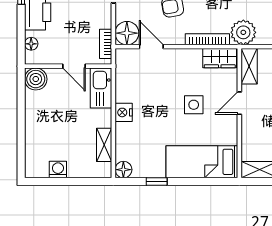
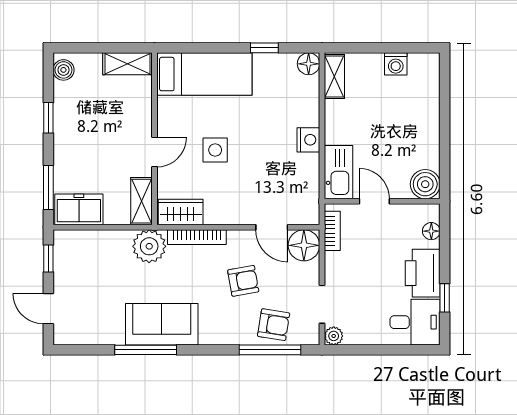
shelving: (104, 145) -> (334, 76), moved

